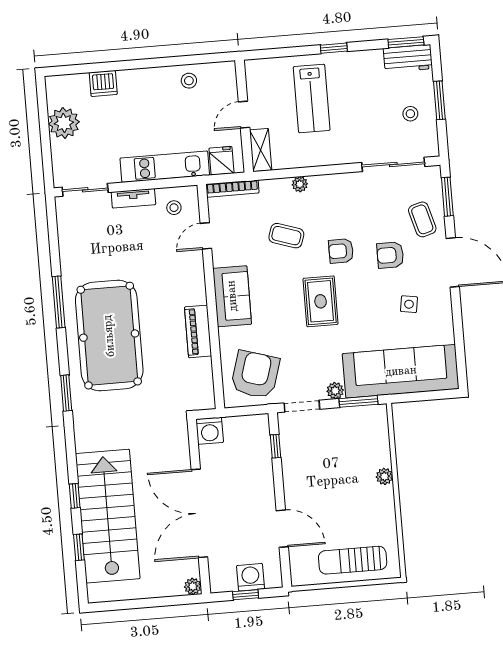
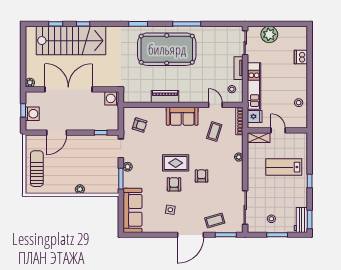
plant: (64, 123) -> (269, 34), moved
coffee table: (286, 236) -> (214, 131), moved
armchair: (390, 255) -> (174, 184), moved
sofa: (401, 371) -> (132, 210), width x0.74, depth x0.79
armchair: (255, 375) -> (140, 125), width x0.53, depth x0.53

